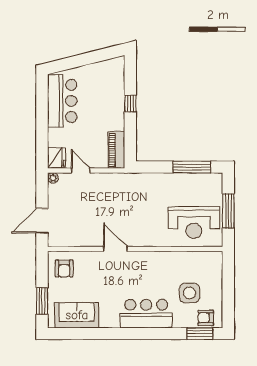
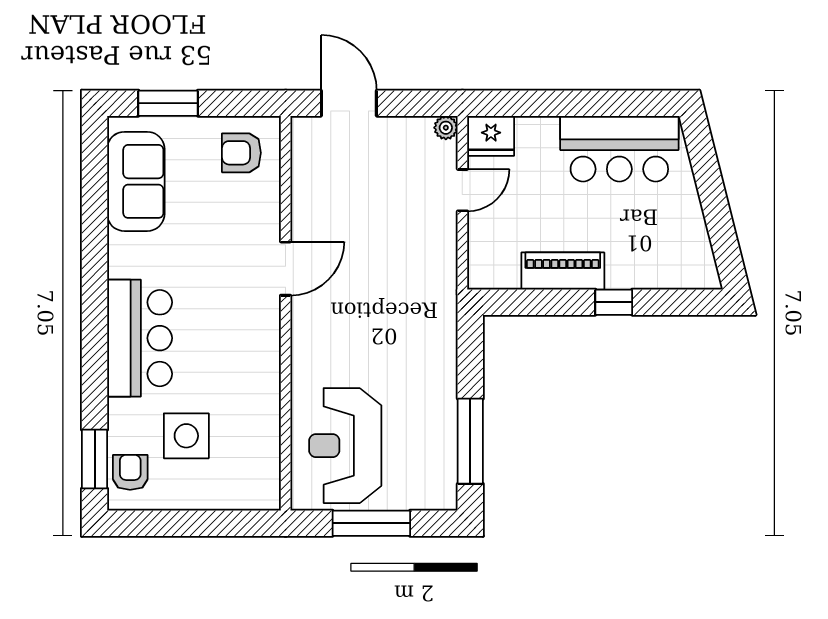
piano: (116, 150) -> (563, 271), moved

